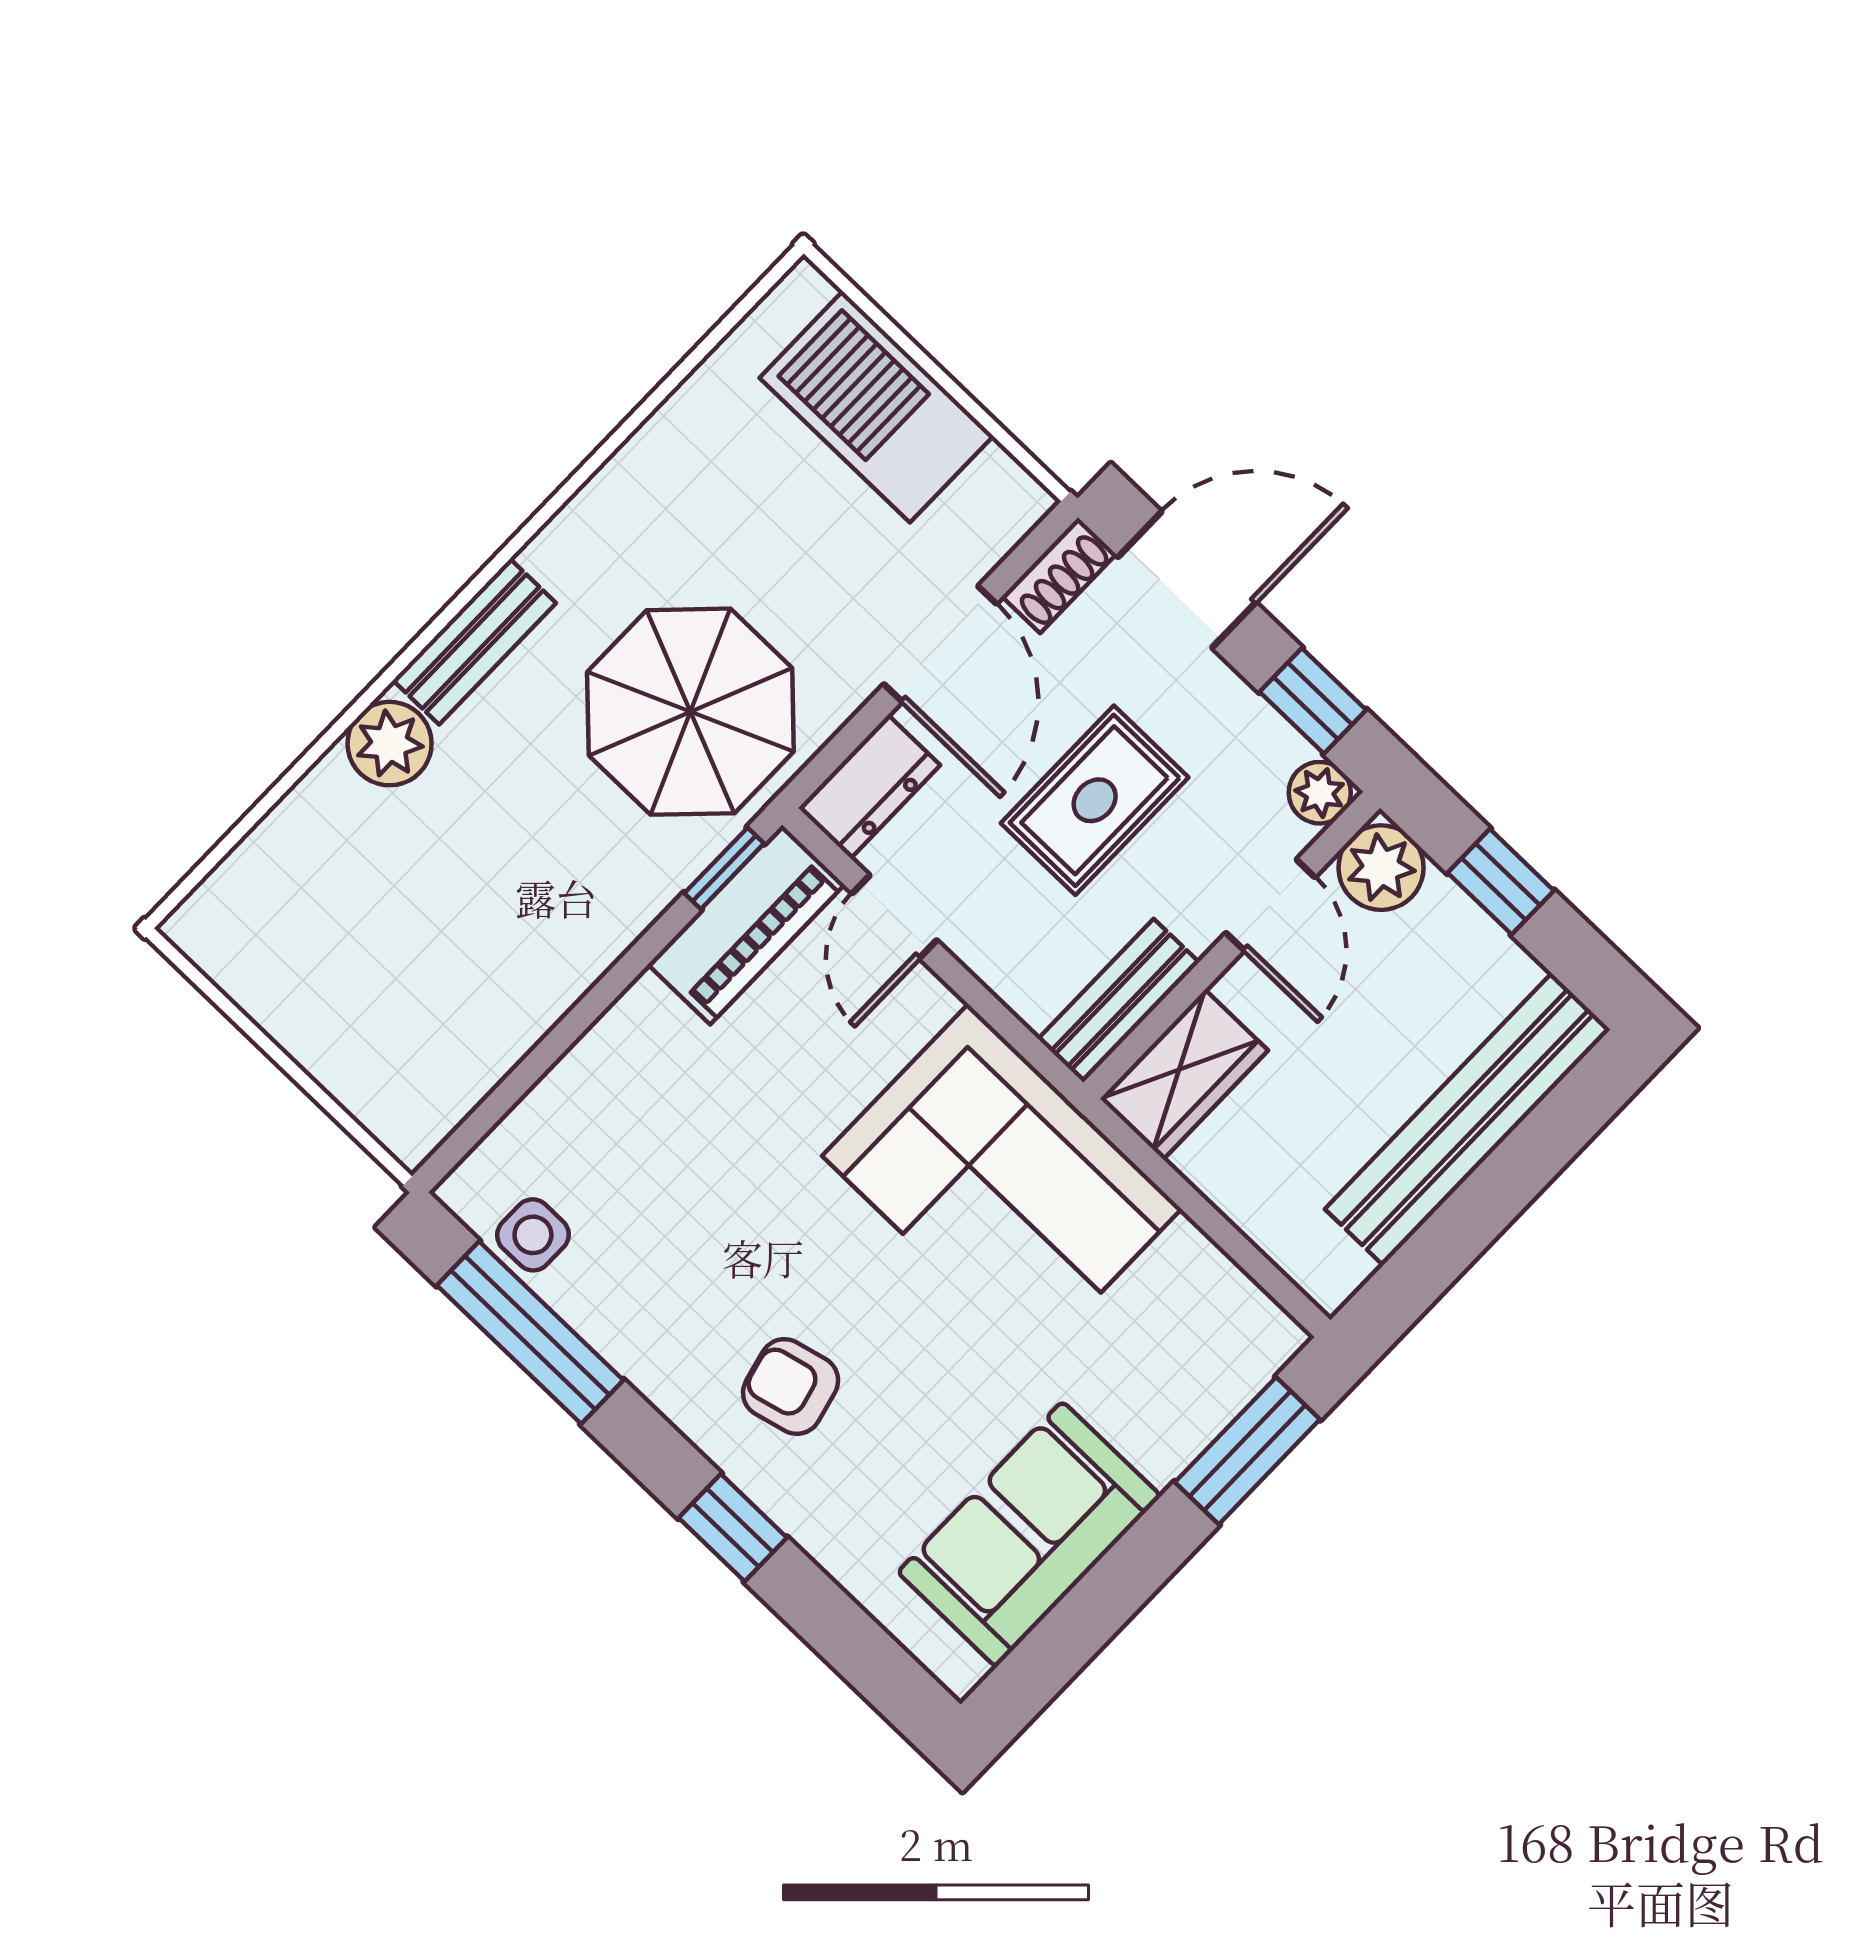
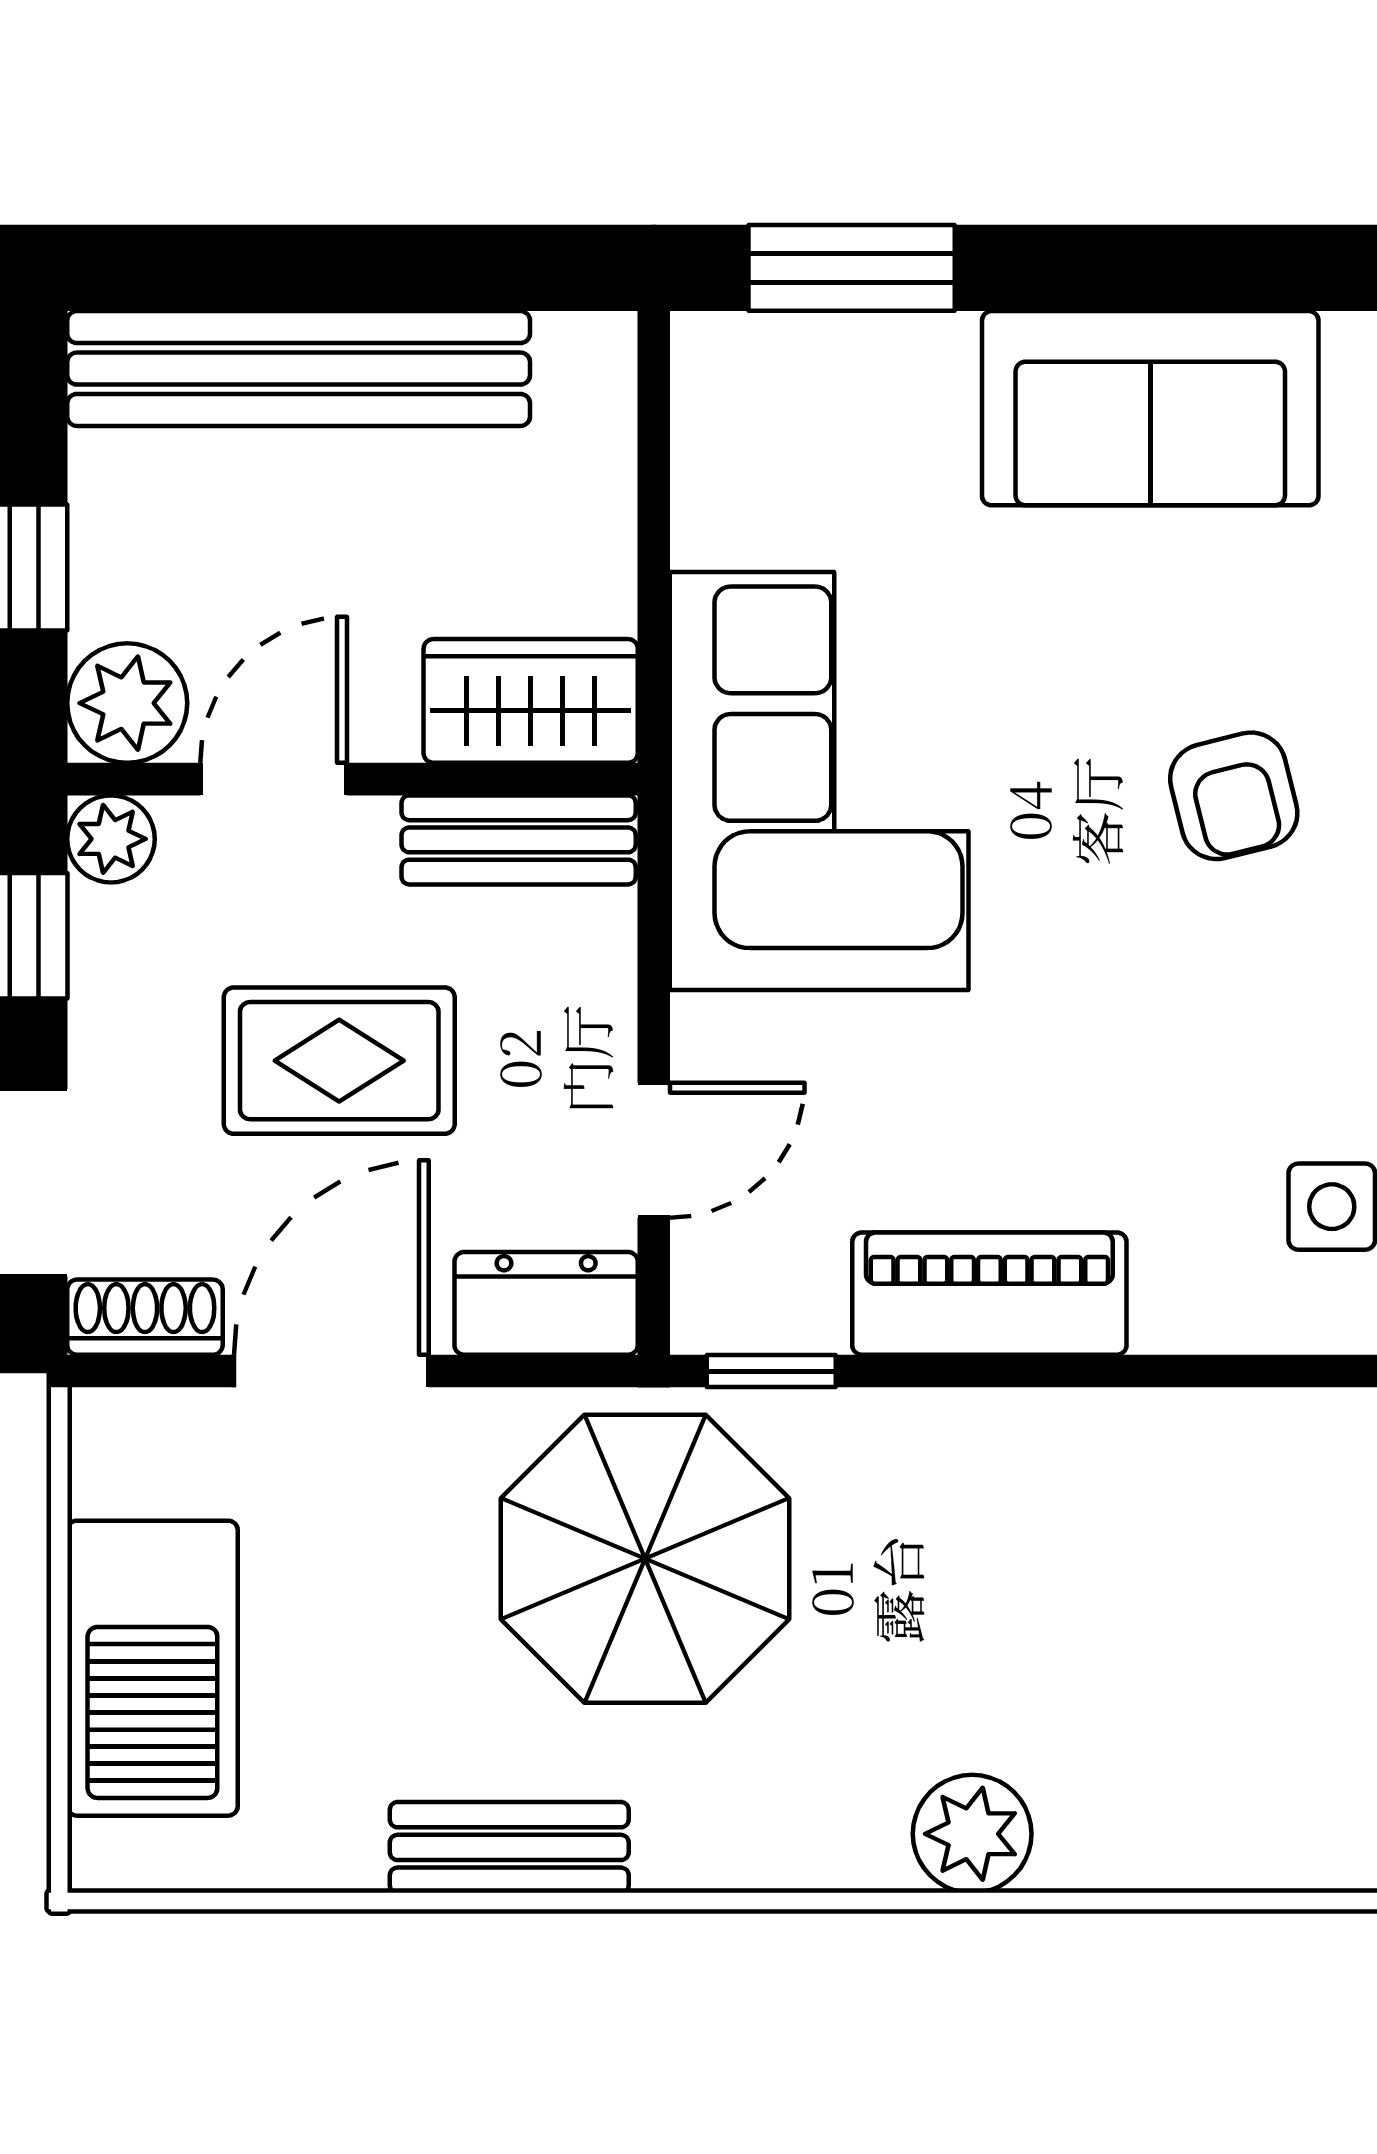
bench: (474, 641) -> (509, 1847), moved
piano: (746, 925) -> (989, 1294), moved

